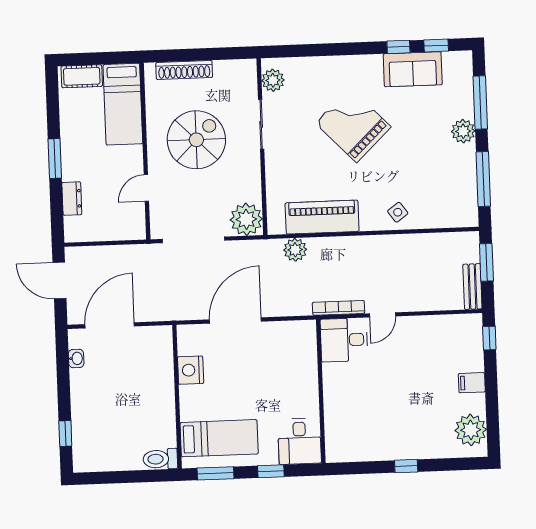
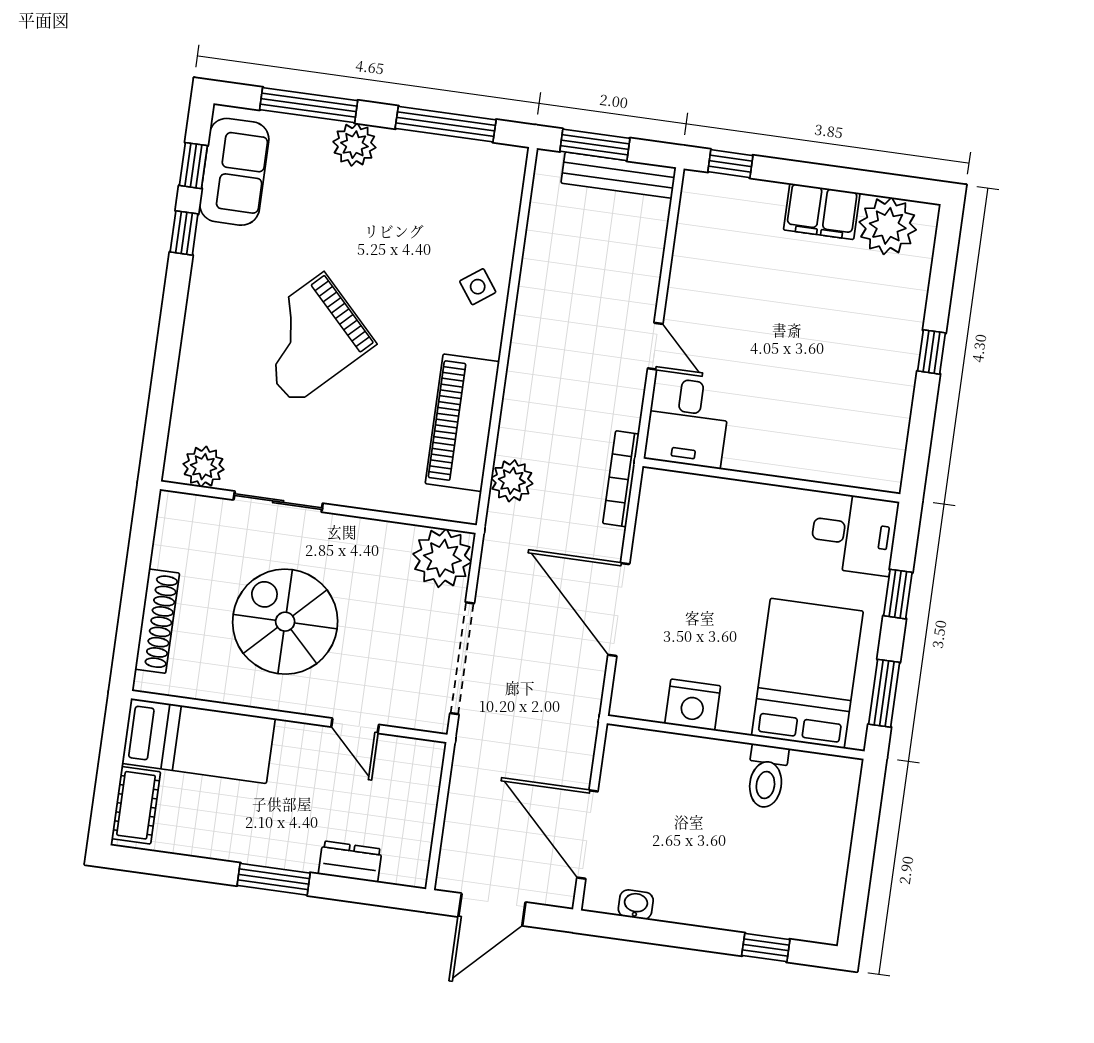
sofa: (413, 69) -> (234, 172), moved
bench: (472, 287) -> (619, 175), width x1.36
bookcase: (339, 308) -> (621, 479), moved
filing cabinet: (472, 383) -> (822, 211), width x2.00
bed: (219, 438) -> (807, 673), width x1.50
toilet: (160, 459) -> (767, 776), moved

